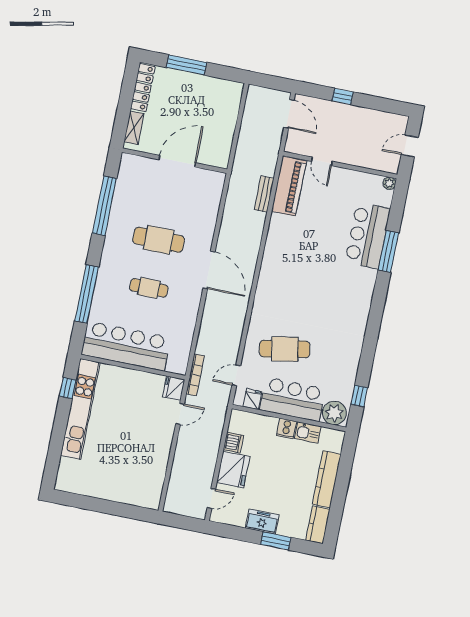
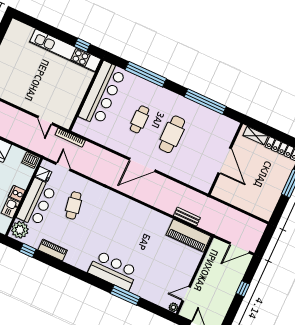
door: (322, 161) -> (186, 294), moved
bar counter: (368, 236) -> (113, 271), moved
cafe table: (285, 349) -> (74, 205), width x0.73, depth x0.74
piano: (351, 363) -> (53, 250), added
fridge: (174, 388) -> (64, 120), removed
dishwasher: (233, 443) -> (30, 160), moved

